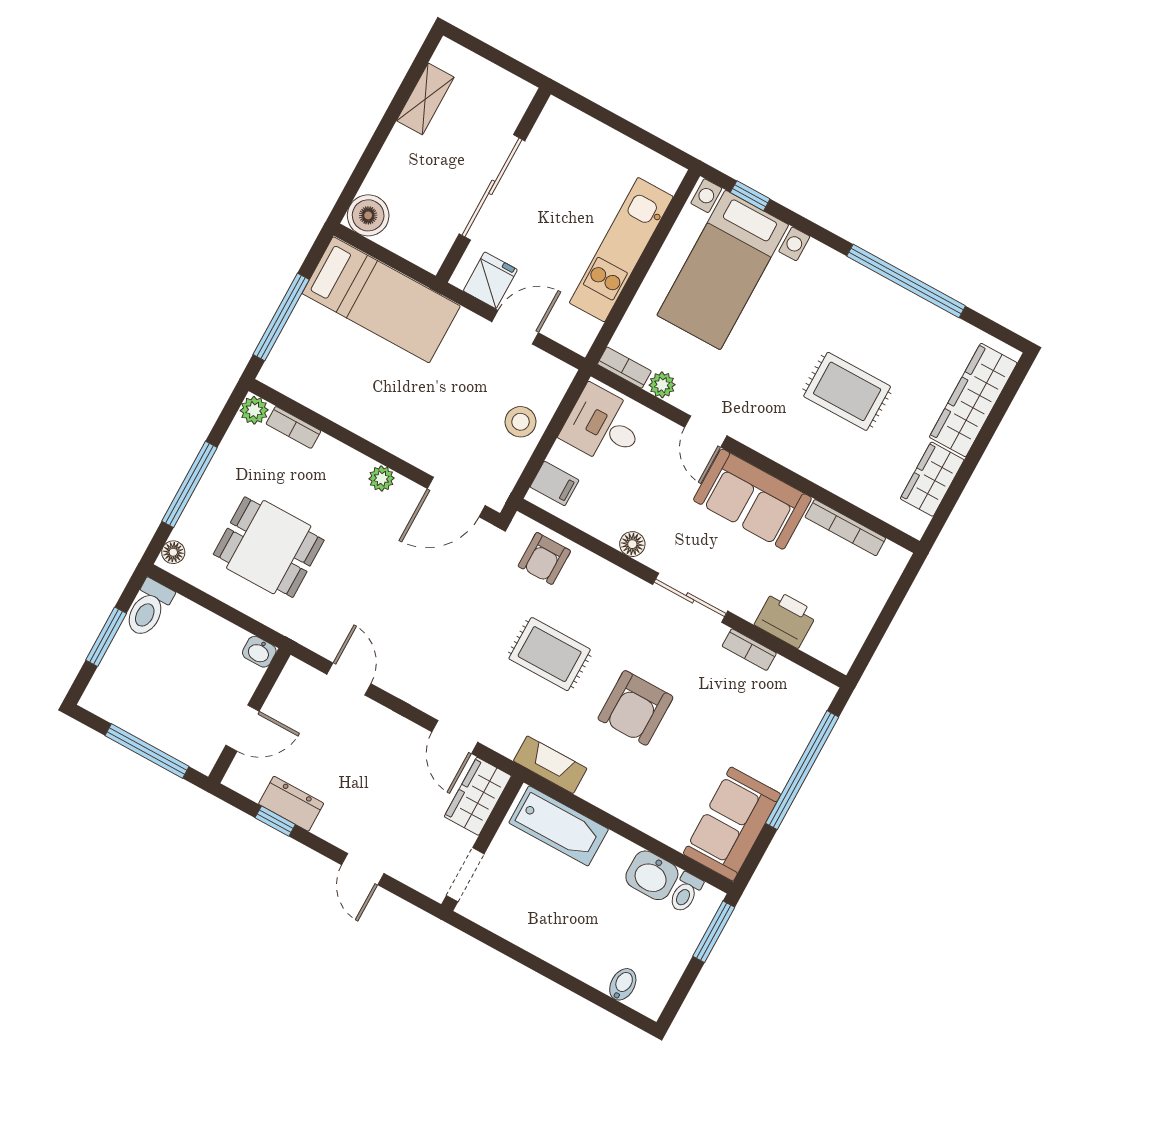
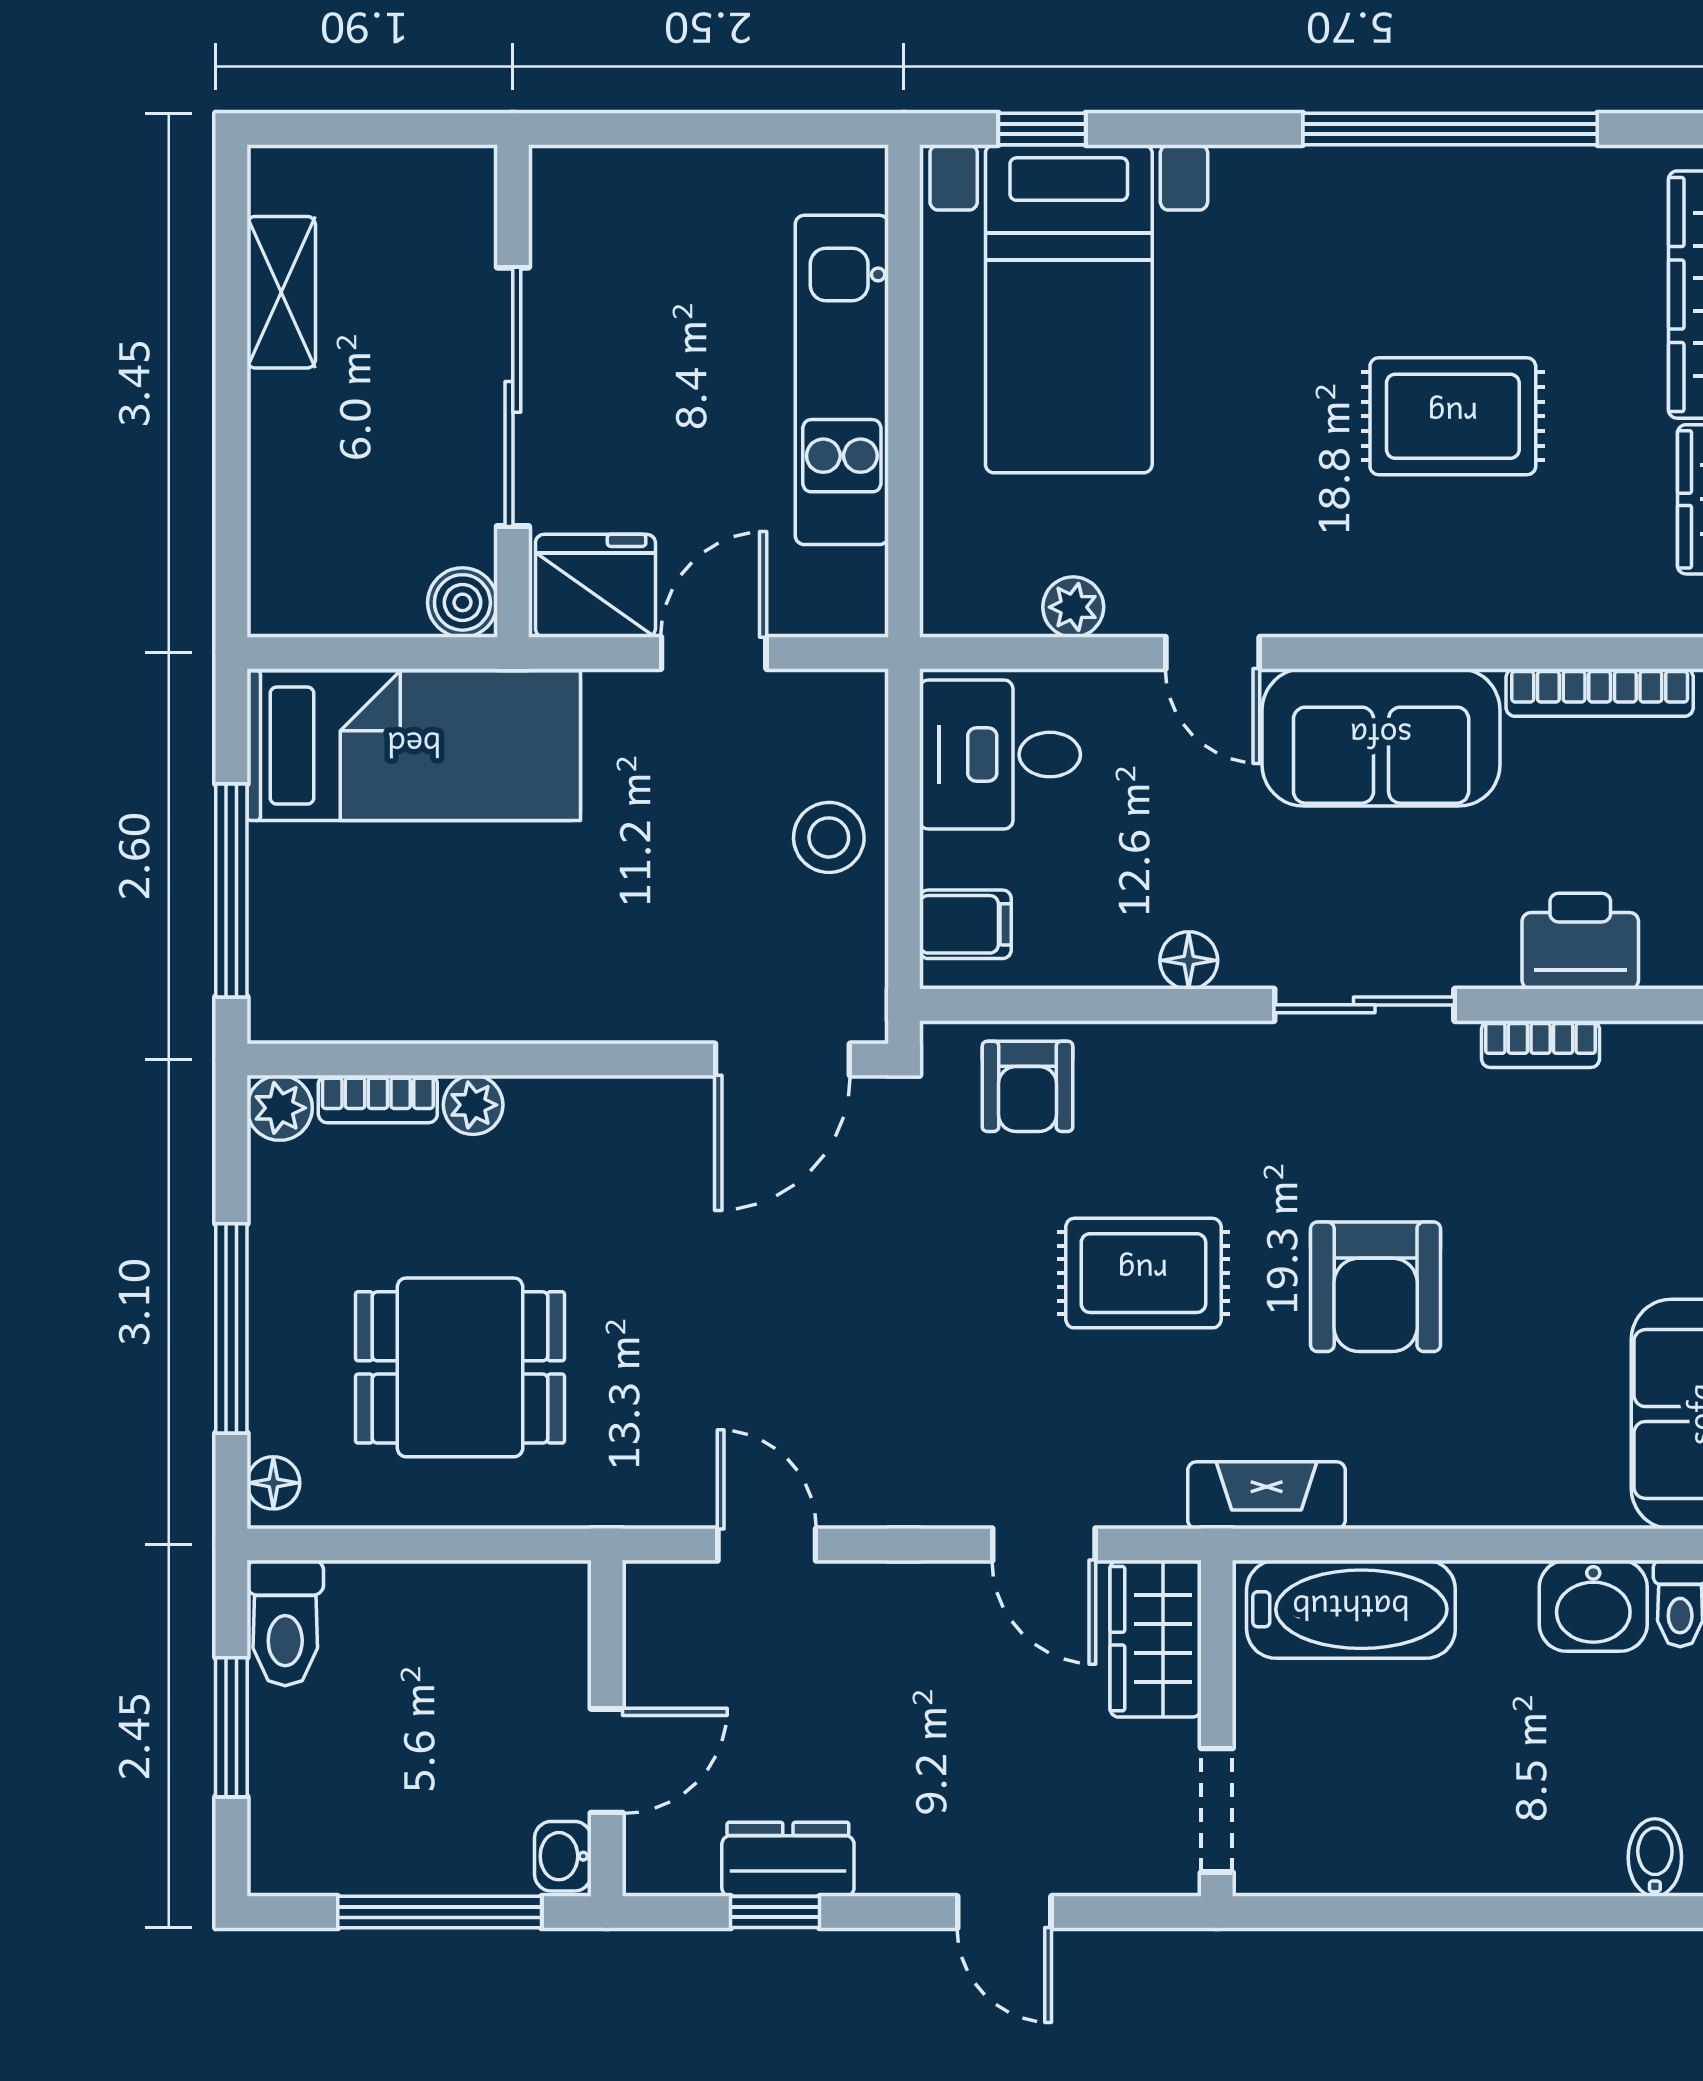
boiler: (368, 215) -> (462, 602), moved, width x0.73, depth x0.73
fridge: (490, 280) -> (595, 586), width x1.38
bookcase: (624, 368) -> (978, 614), removed
plant: (381, 478) -> (473, 1105), moved
washbasin: (259, 652) -> (563, 1856), moved, turned 90

